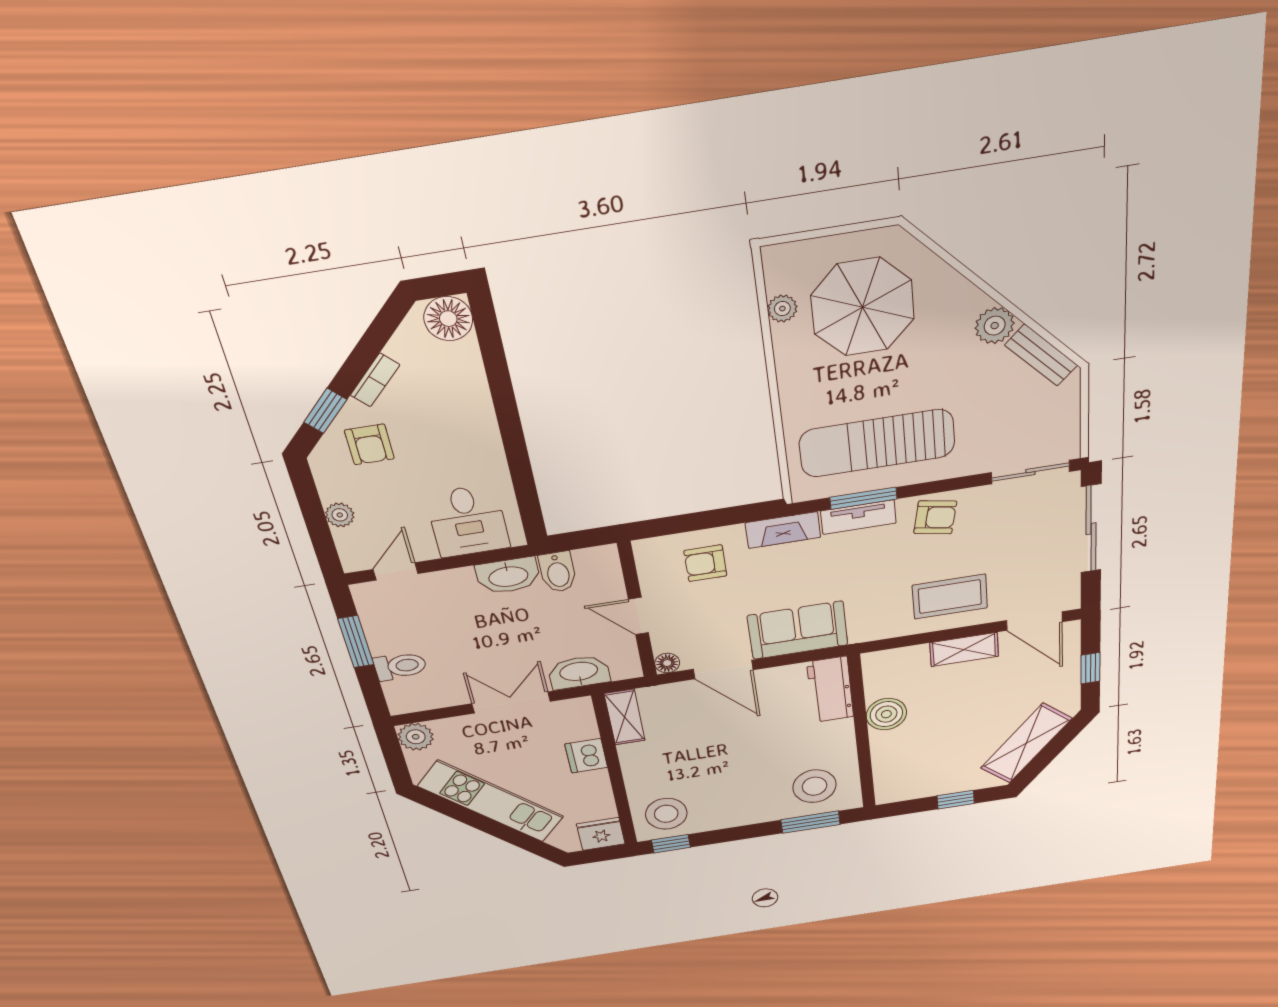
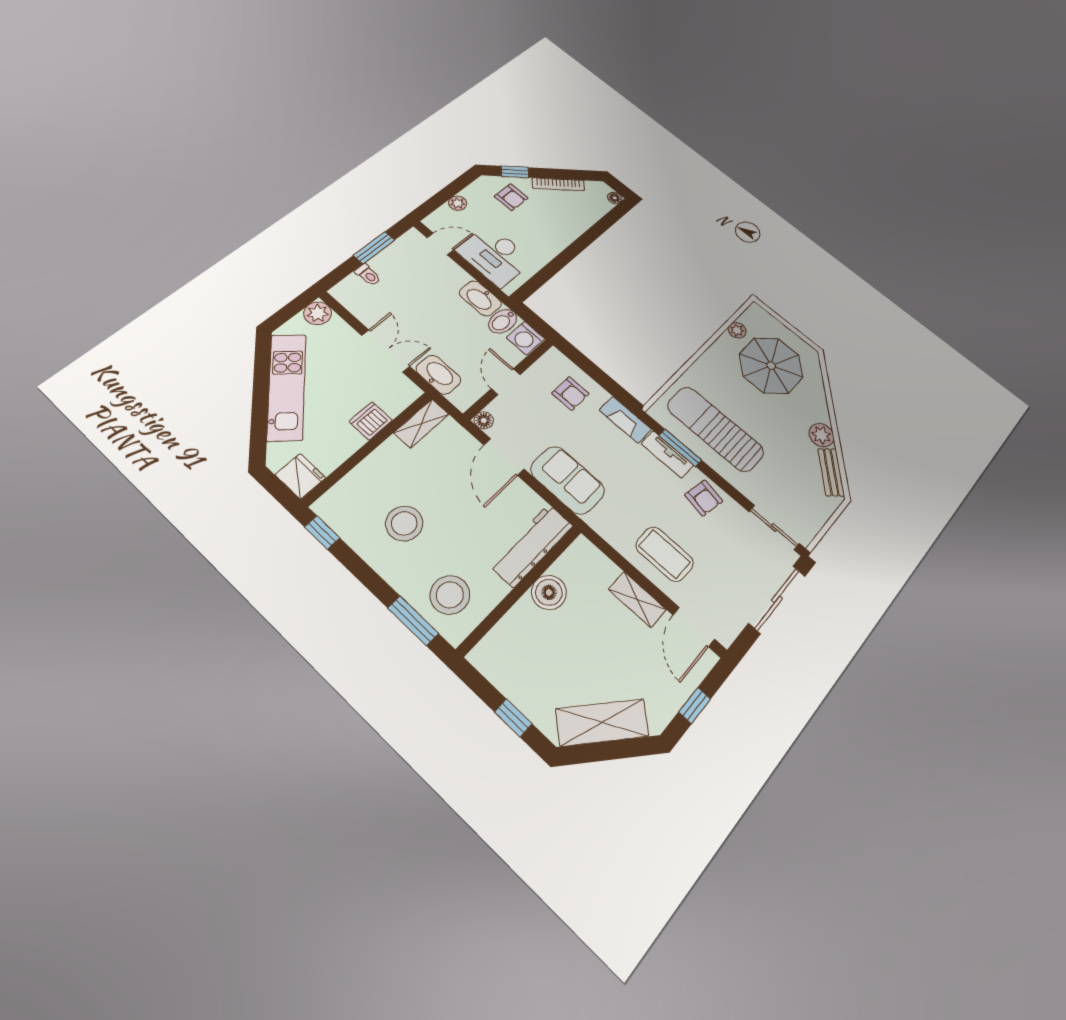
floor lamp: (448, 319) -> (615, 198), width x0.53, depth x0.53
bookcase: (375, 380) -> (558, 184), width x1.56
armchair: (369, 444) -> (511, 197), turned -90
desk: (468, 521) -> (494, 255), width x1.37
washing machine: (599, 563) -> (525, 338), added
armchair: (705, 563) -> (570, 394), turned 180
toilet: (400, 666) -> (368, 275), width x0.73, depth x0.72
workbench: (830, 690) -> (532, 545), width x1.38
stool: (666, 814) -> (404, 523), moved

